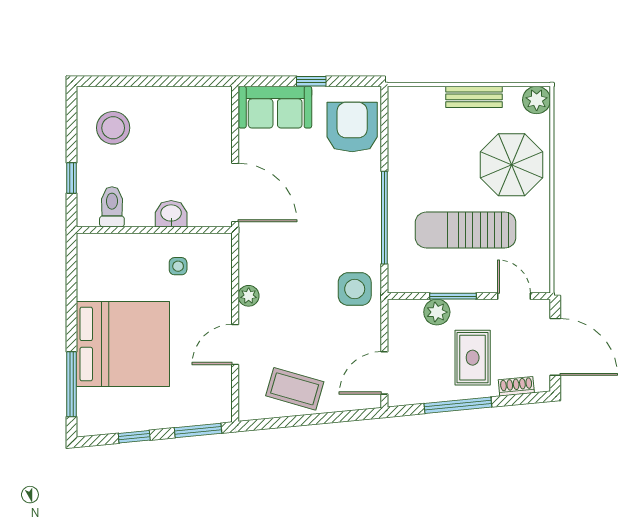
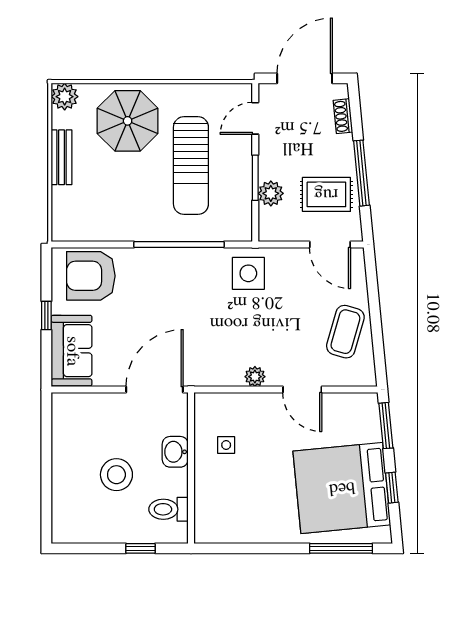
stool: (113, 128) -> (116, 475), moved
bed: (123, 344) -> (342, 488), moved, turned -96
rug: (473, 358) -> (326, 194), moved

